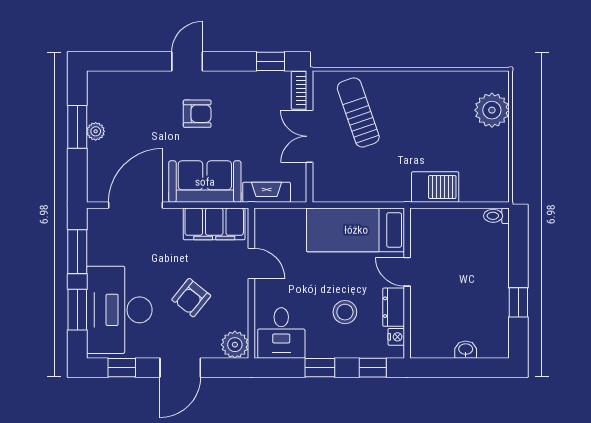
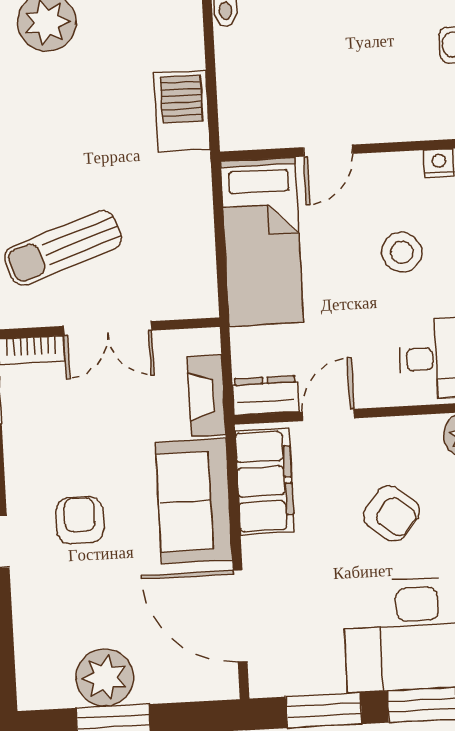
plant: (96, 131) -> (105, 678), width x1.88, depth x1.88
dresser: (394, 307) -> (266, 395), moved, turned 180

